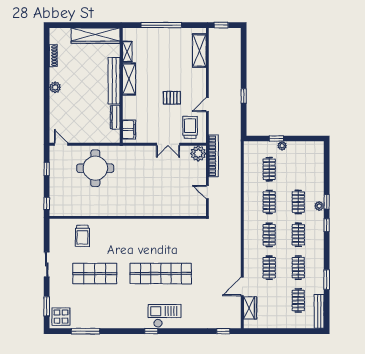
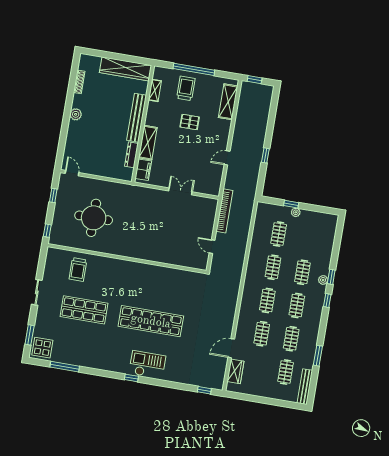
shelving: (129, 79) -> (148, 143), moved
pallet: (172, 98) -> (190, 122), moved
trolley: (190, 127) -> (186, 88), moved
double door: (168, 144) -> (180, 191), swing flipped
plant: (198, 153) -> (209, 206), removed
round table: (95, 168) -> (94, 218), moved

